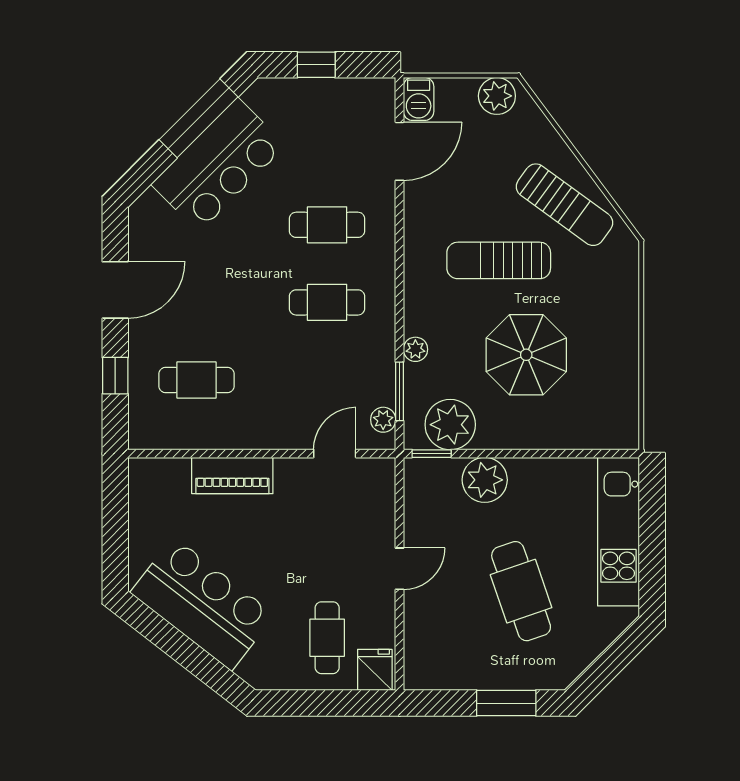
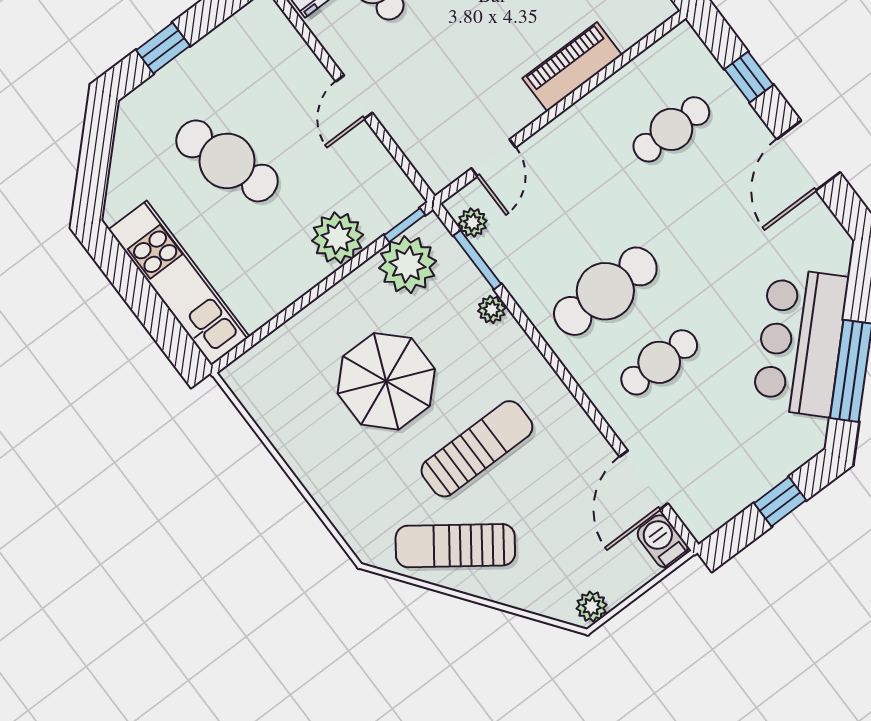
plant: (497, 96) -> (592, 607), width x0.73, depth x0.73
cafe table: (327, 302) -> (605, 291), width x1.37, depth x1.35
window: (506, 703) -> (163, 48), width x0.67

